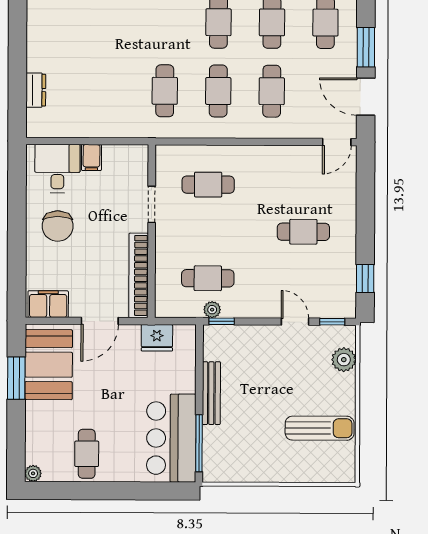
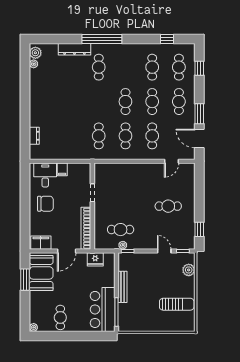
door: (337, 142) -> (172, 161), moved
cafe table: (208, 185) -> (121, 183), removed
chair: (58, 226) -> (45, 204), turned -90

